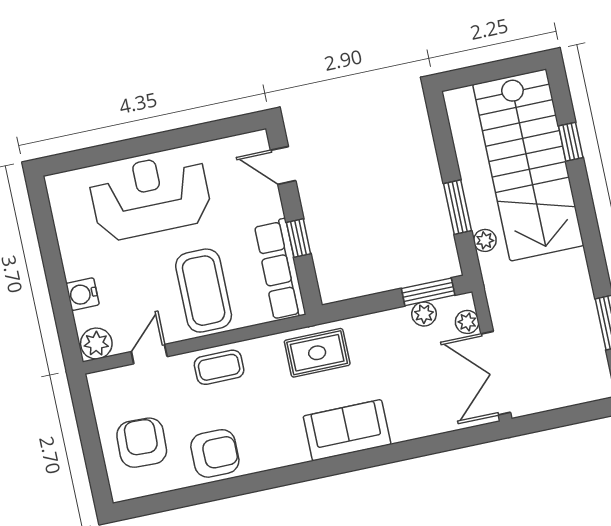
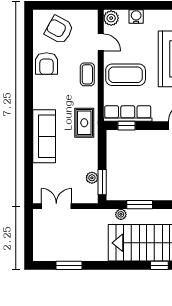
window: (299, 238) -> (127, 126), moved
plant: (467, 322) -> (84, 198), removed
double door: (496, 373) -> (56, 206), width x0.73
sofa: (347, 430) -> (44, 136), width x1.36
armchair: (142, 443) -> (59, 30), turned -153

